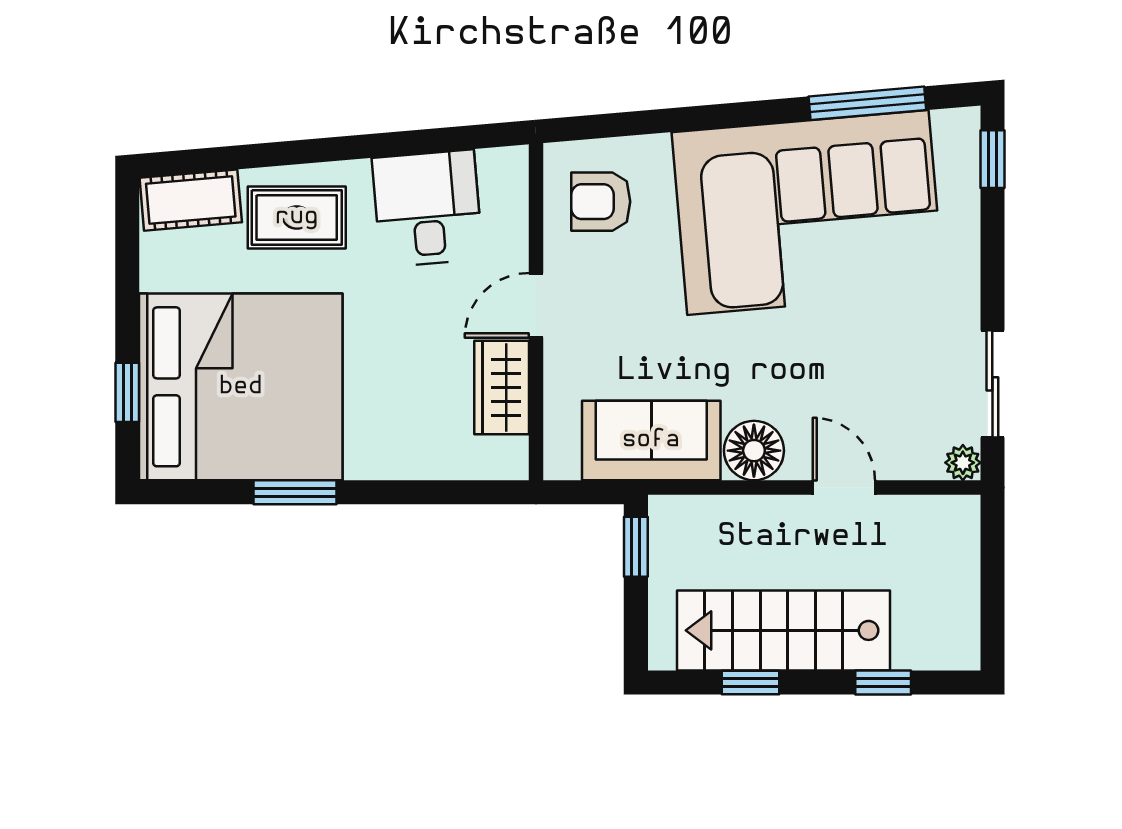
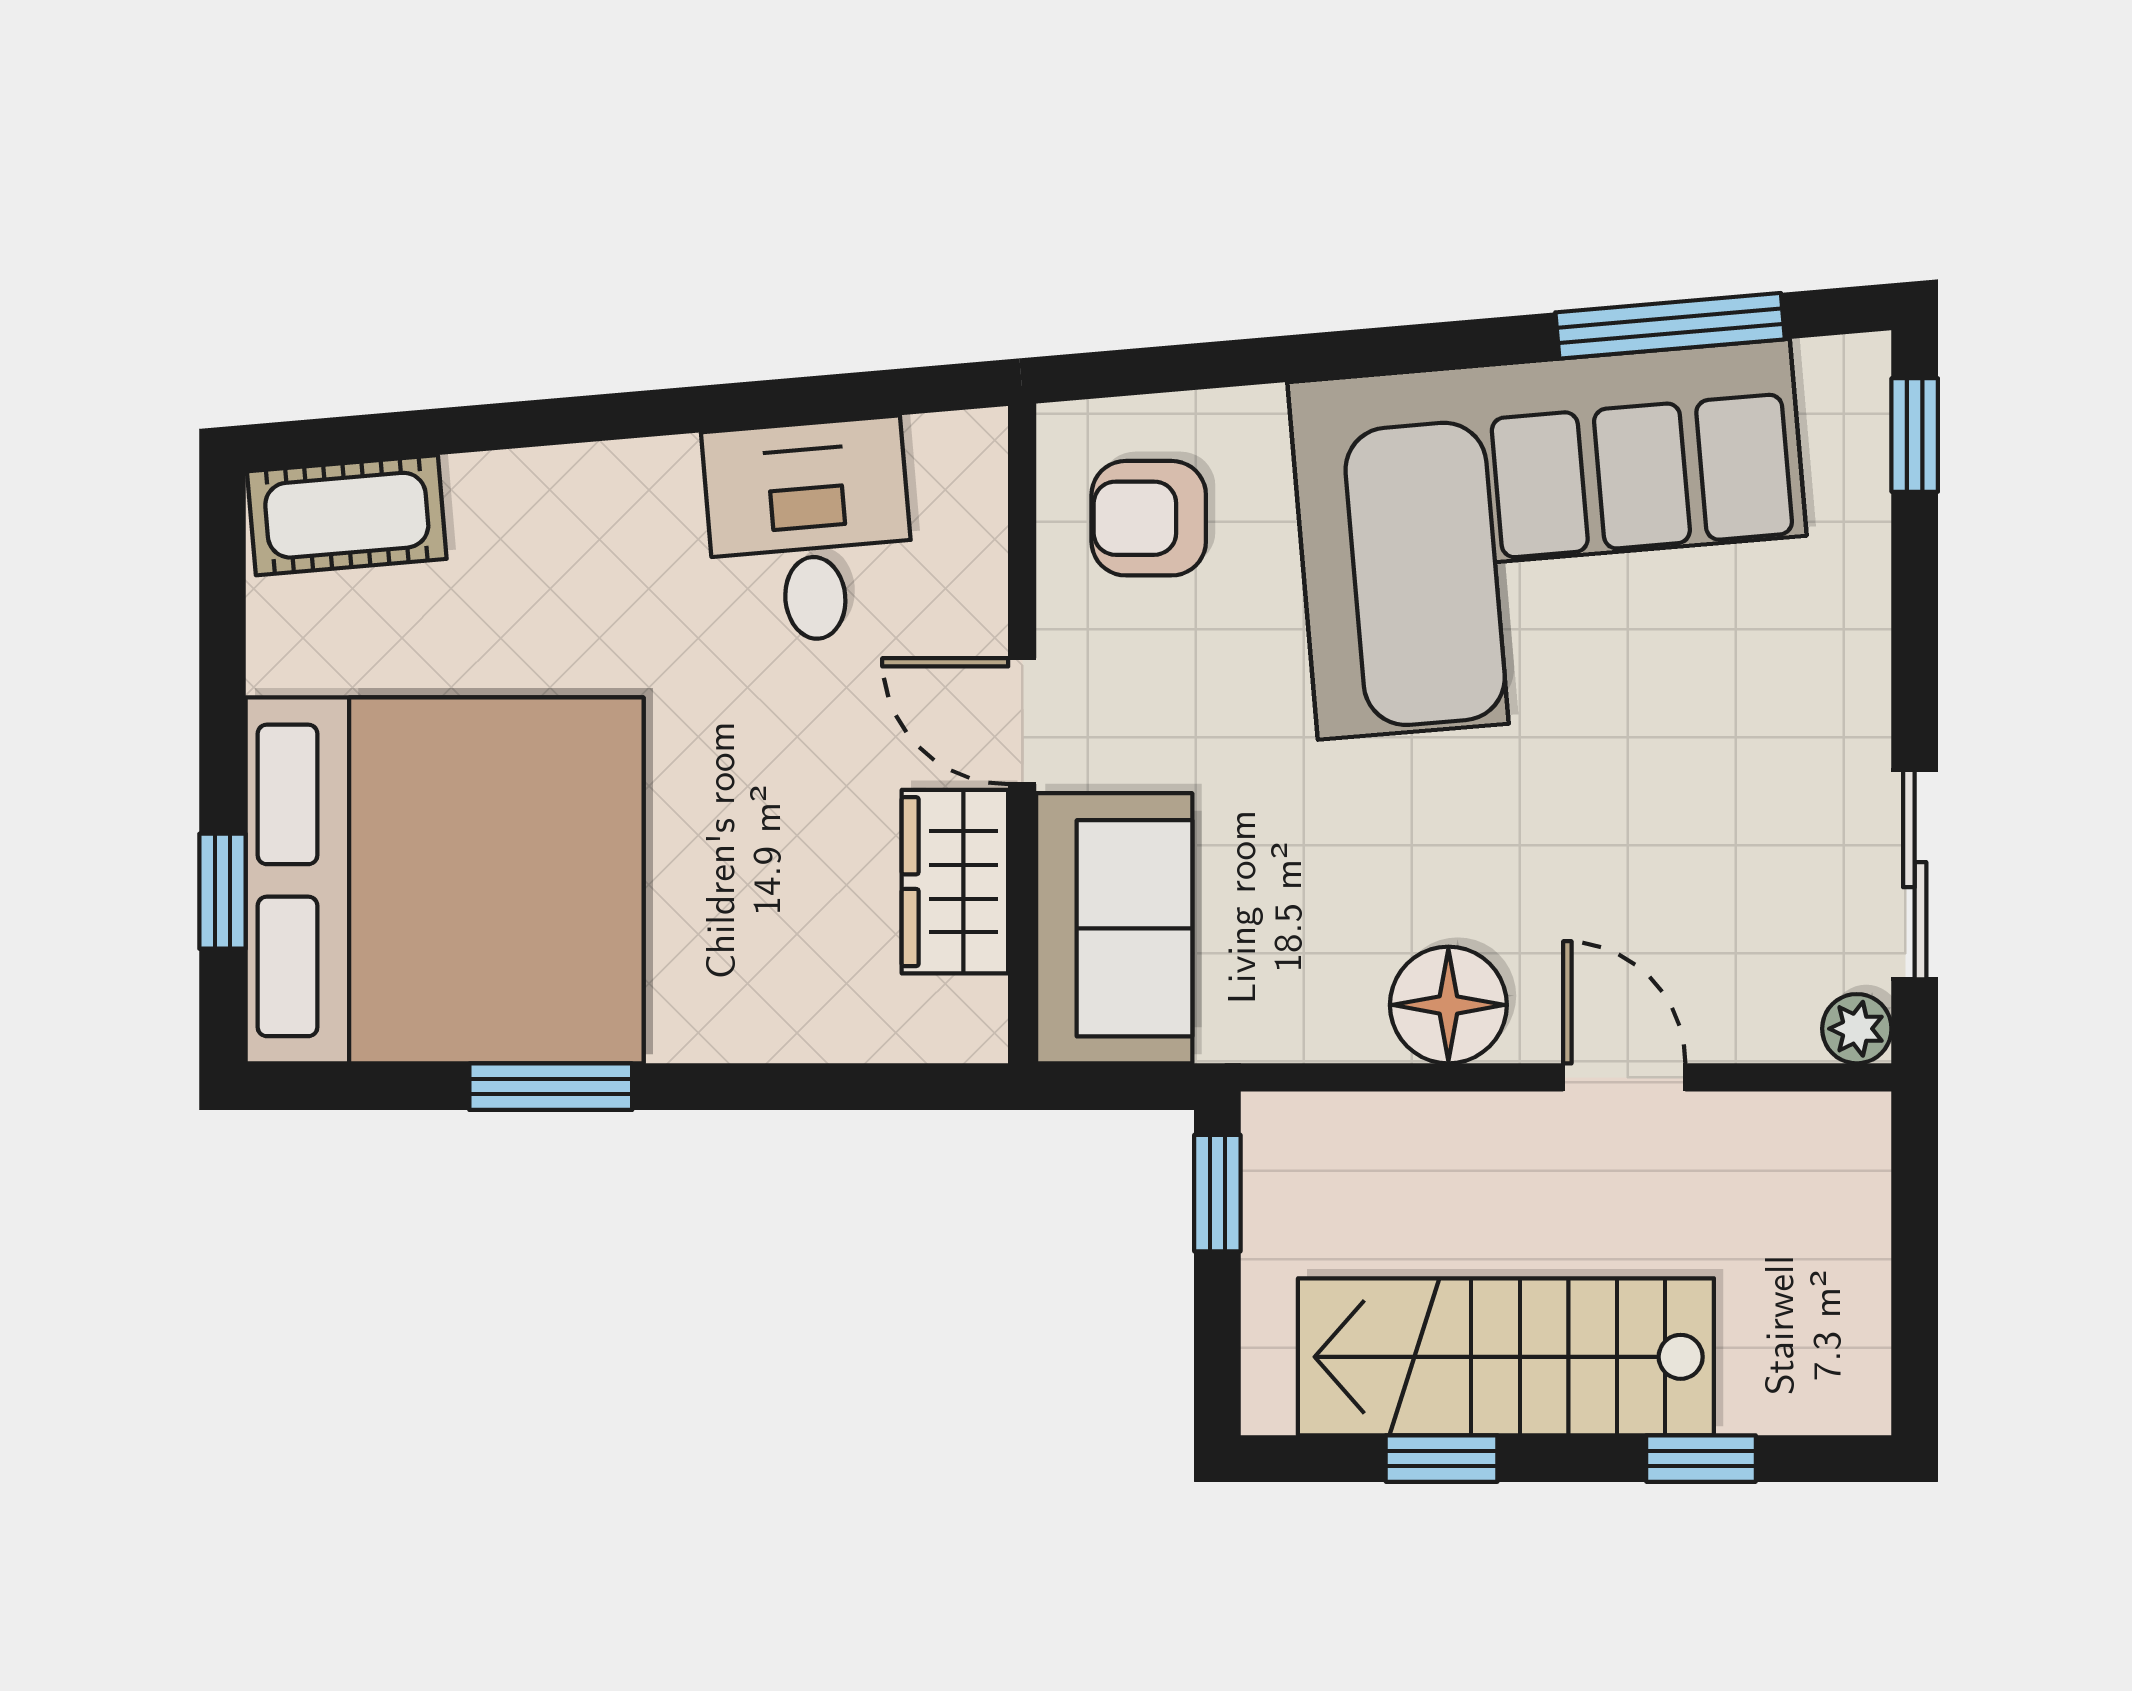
rug: (297, 217) -> (554, 549), removed
door: (536, 305) -> (1022, 721), hinge flipped
sofa: (651, 440) -> (1114, 928), moved, turned 90

